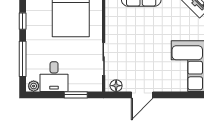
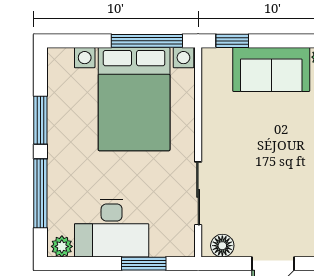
window: (23, 21) -> (40, 120), width x1.50
desk: (54, 77) -> (112, 228), width x1.37

